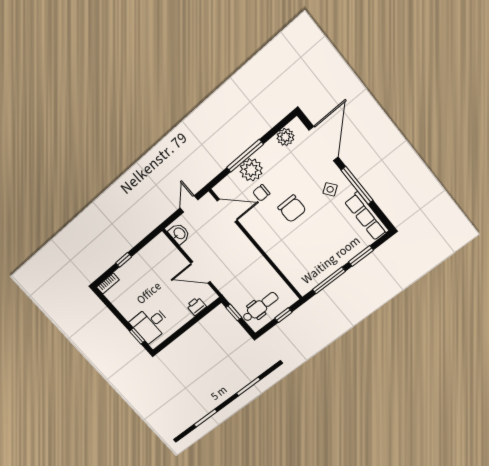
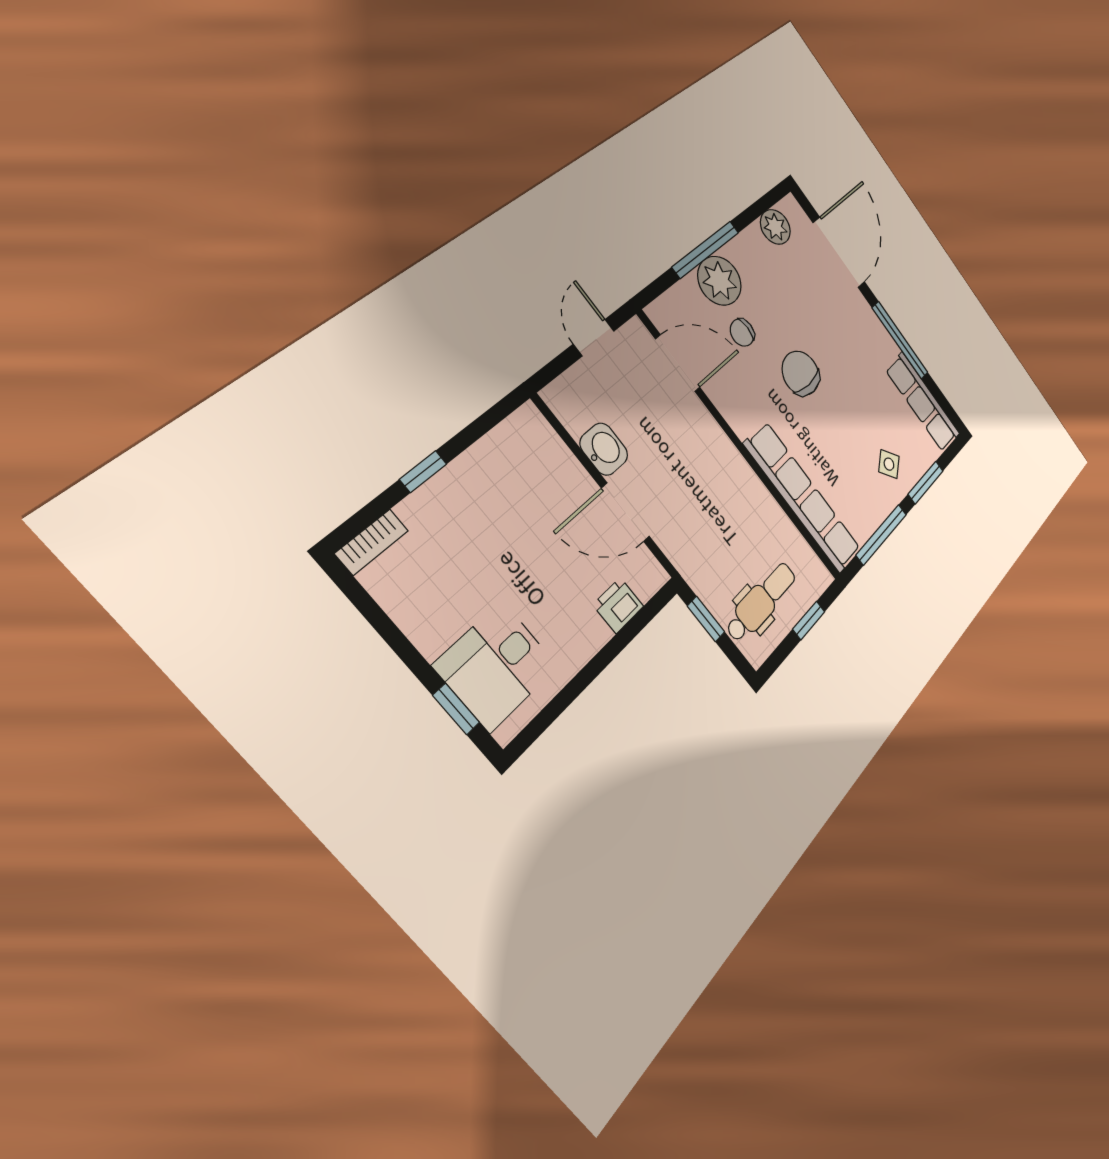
side table: (330, 189) -> (889, 464), moved
chair: (292, 209) -> (801, 373), turned 180
washbasin: (179, 234) -> (604, 449), moved
row of seats: (286, 265) -> (803, 498), added

